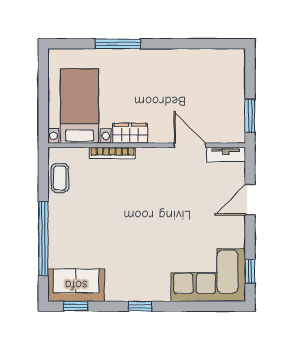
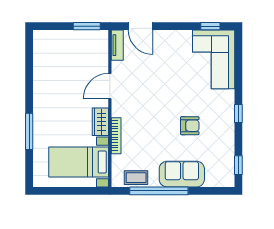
door: (190, 145) -> (110, 86), moved
door: (250, 200) -> (140, 26), moved
window: (43, 239) -> (159, 191), moved
armchair: (125, 245) -> (190, 126), added
sofa: (76, 285) -> (182, 174), moved, turned 90

